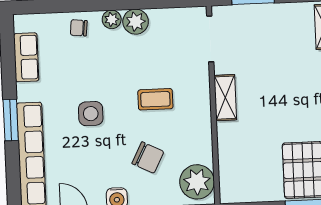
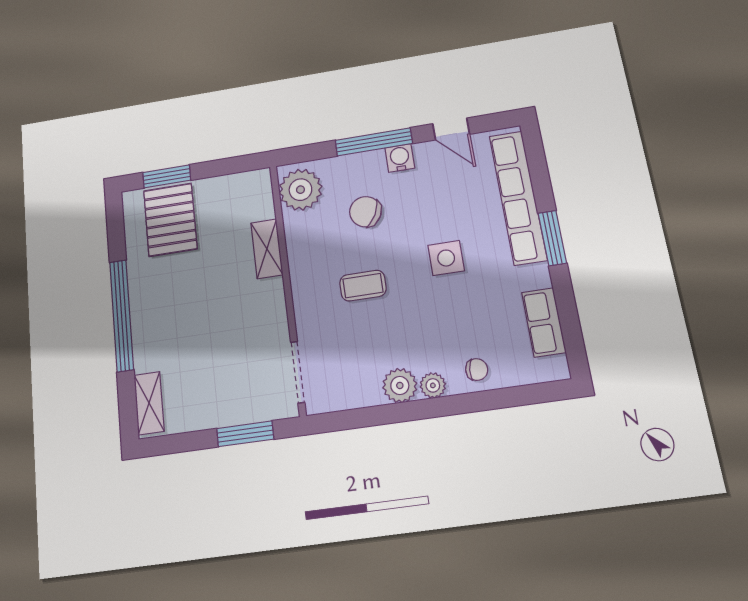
shelving: (225, 98) -> (267, 249), moved

